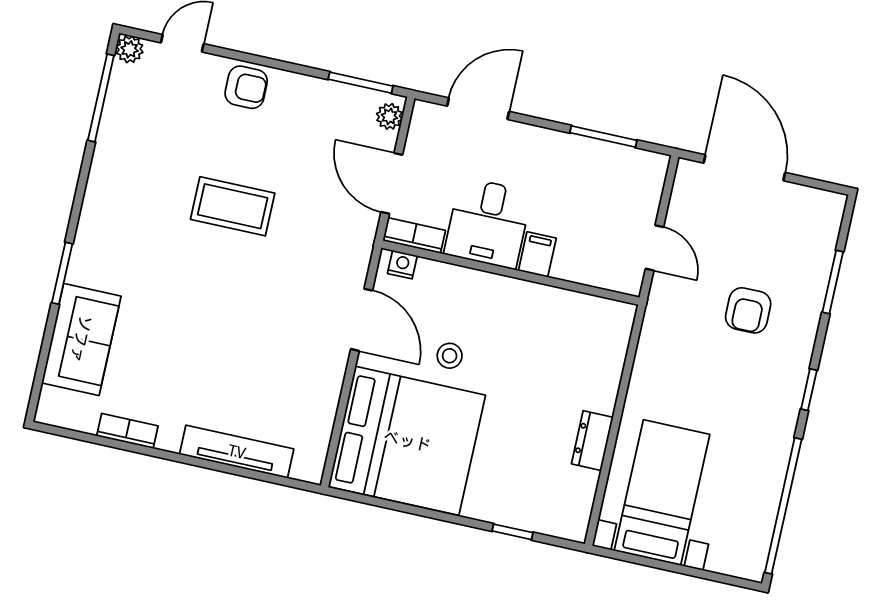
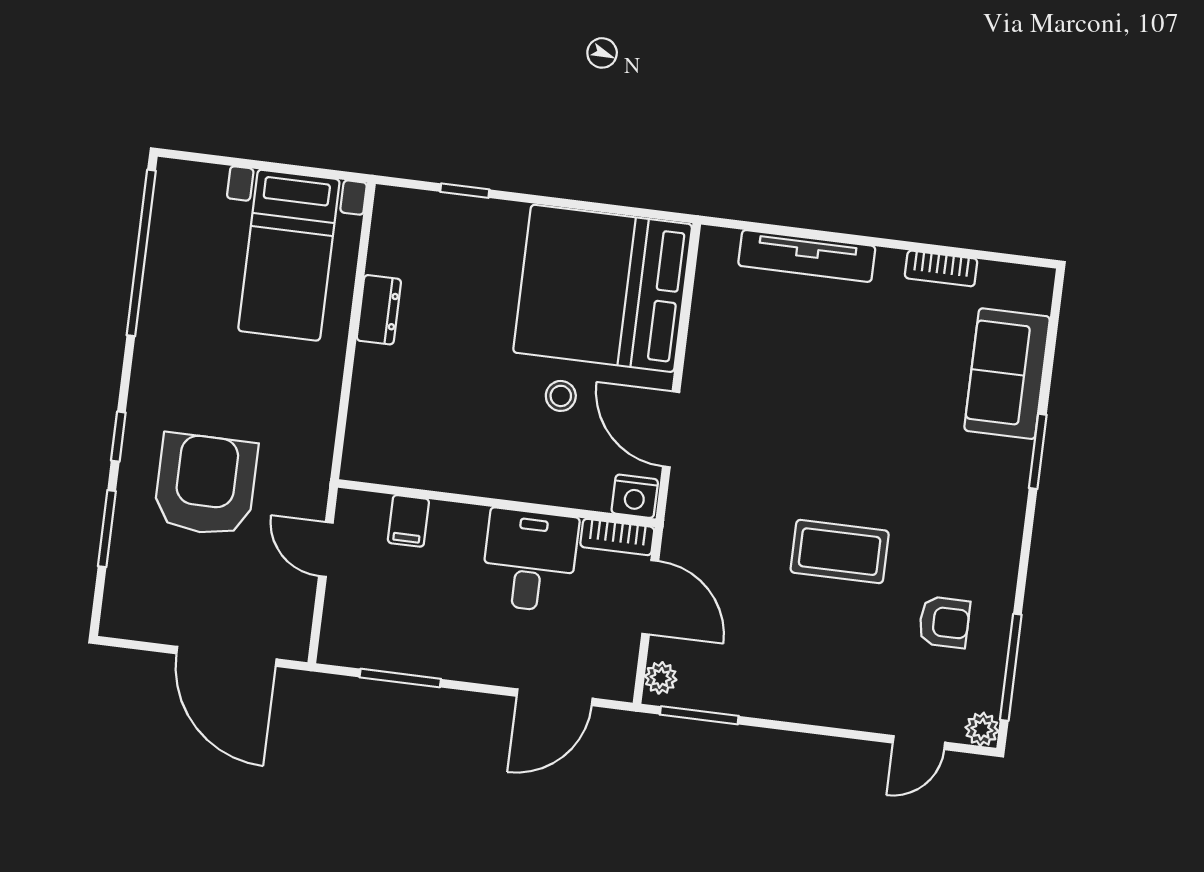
armchair: (246, 87) -> (944, 622), moved, turned 180
filing cabinet: (537, 254) -> (408, 521), moved
nightstand: (402, 265) -> (635, 496), width x1.39, depth x1.35
armchair: (748, 310) -> (206, 485), width x1.88, depth x1.88
window: (809, 390) -> (118, 437), moved

